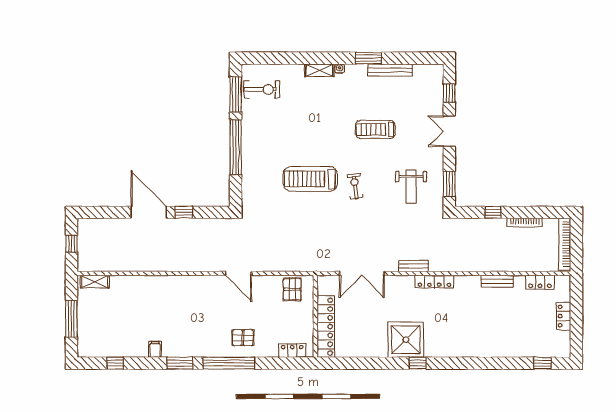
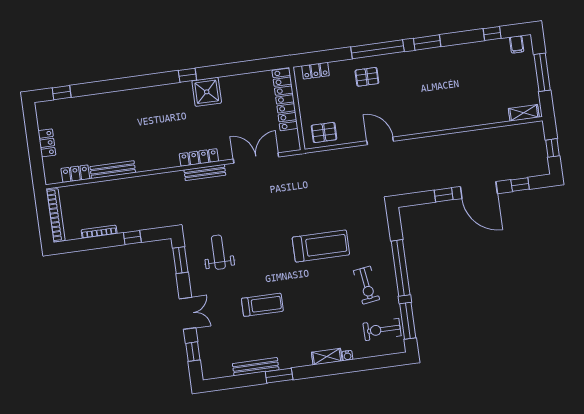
water cooler: (340, 69) -> (347, 356), moved
exercise bike: (355, 186) -> (367, 285), moved, width x1.38, depth x1.39
window: (108, 212) -> (520, 184), added
bench: (414, 266) -> (205, 172), width x1.36
bench: (497, 281) -> (113, 170), width x1.36
locker: (434, 282) -> (199, 157), moved
pallet: (292, 289) -> (324, 132), turned 90
shower: (406, 340) -> (207, 92), width x0.73, depth x0.73
filing cabinet: (155, 349) -> (517, 44), moved

